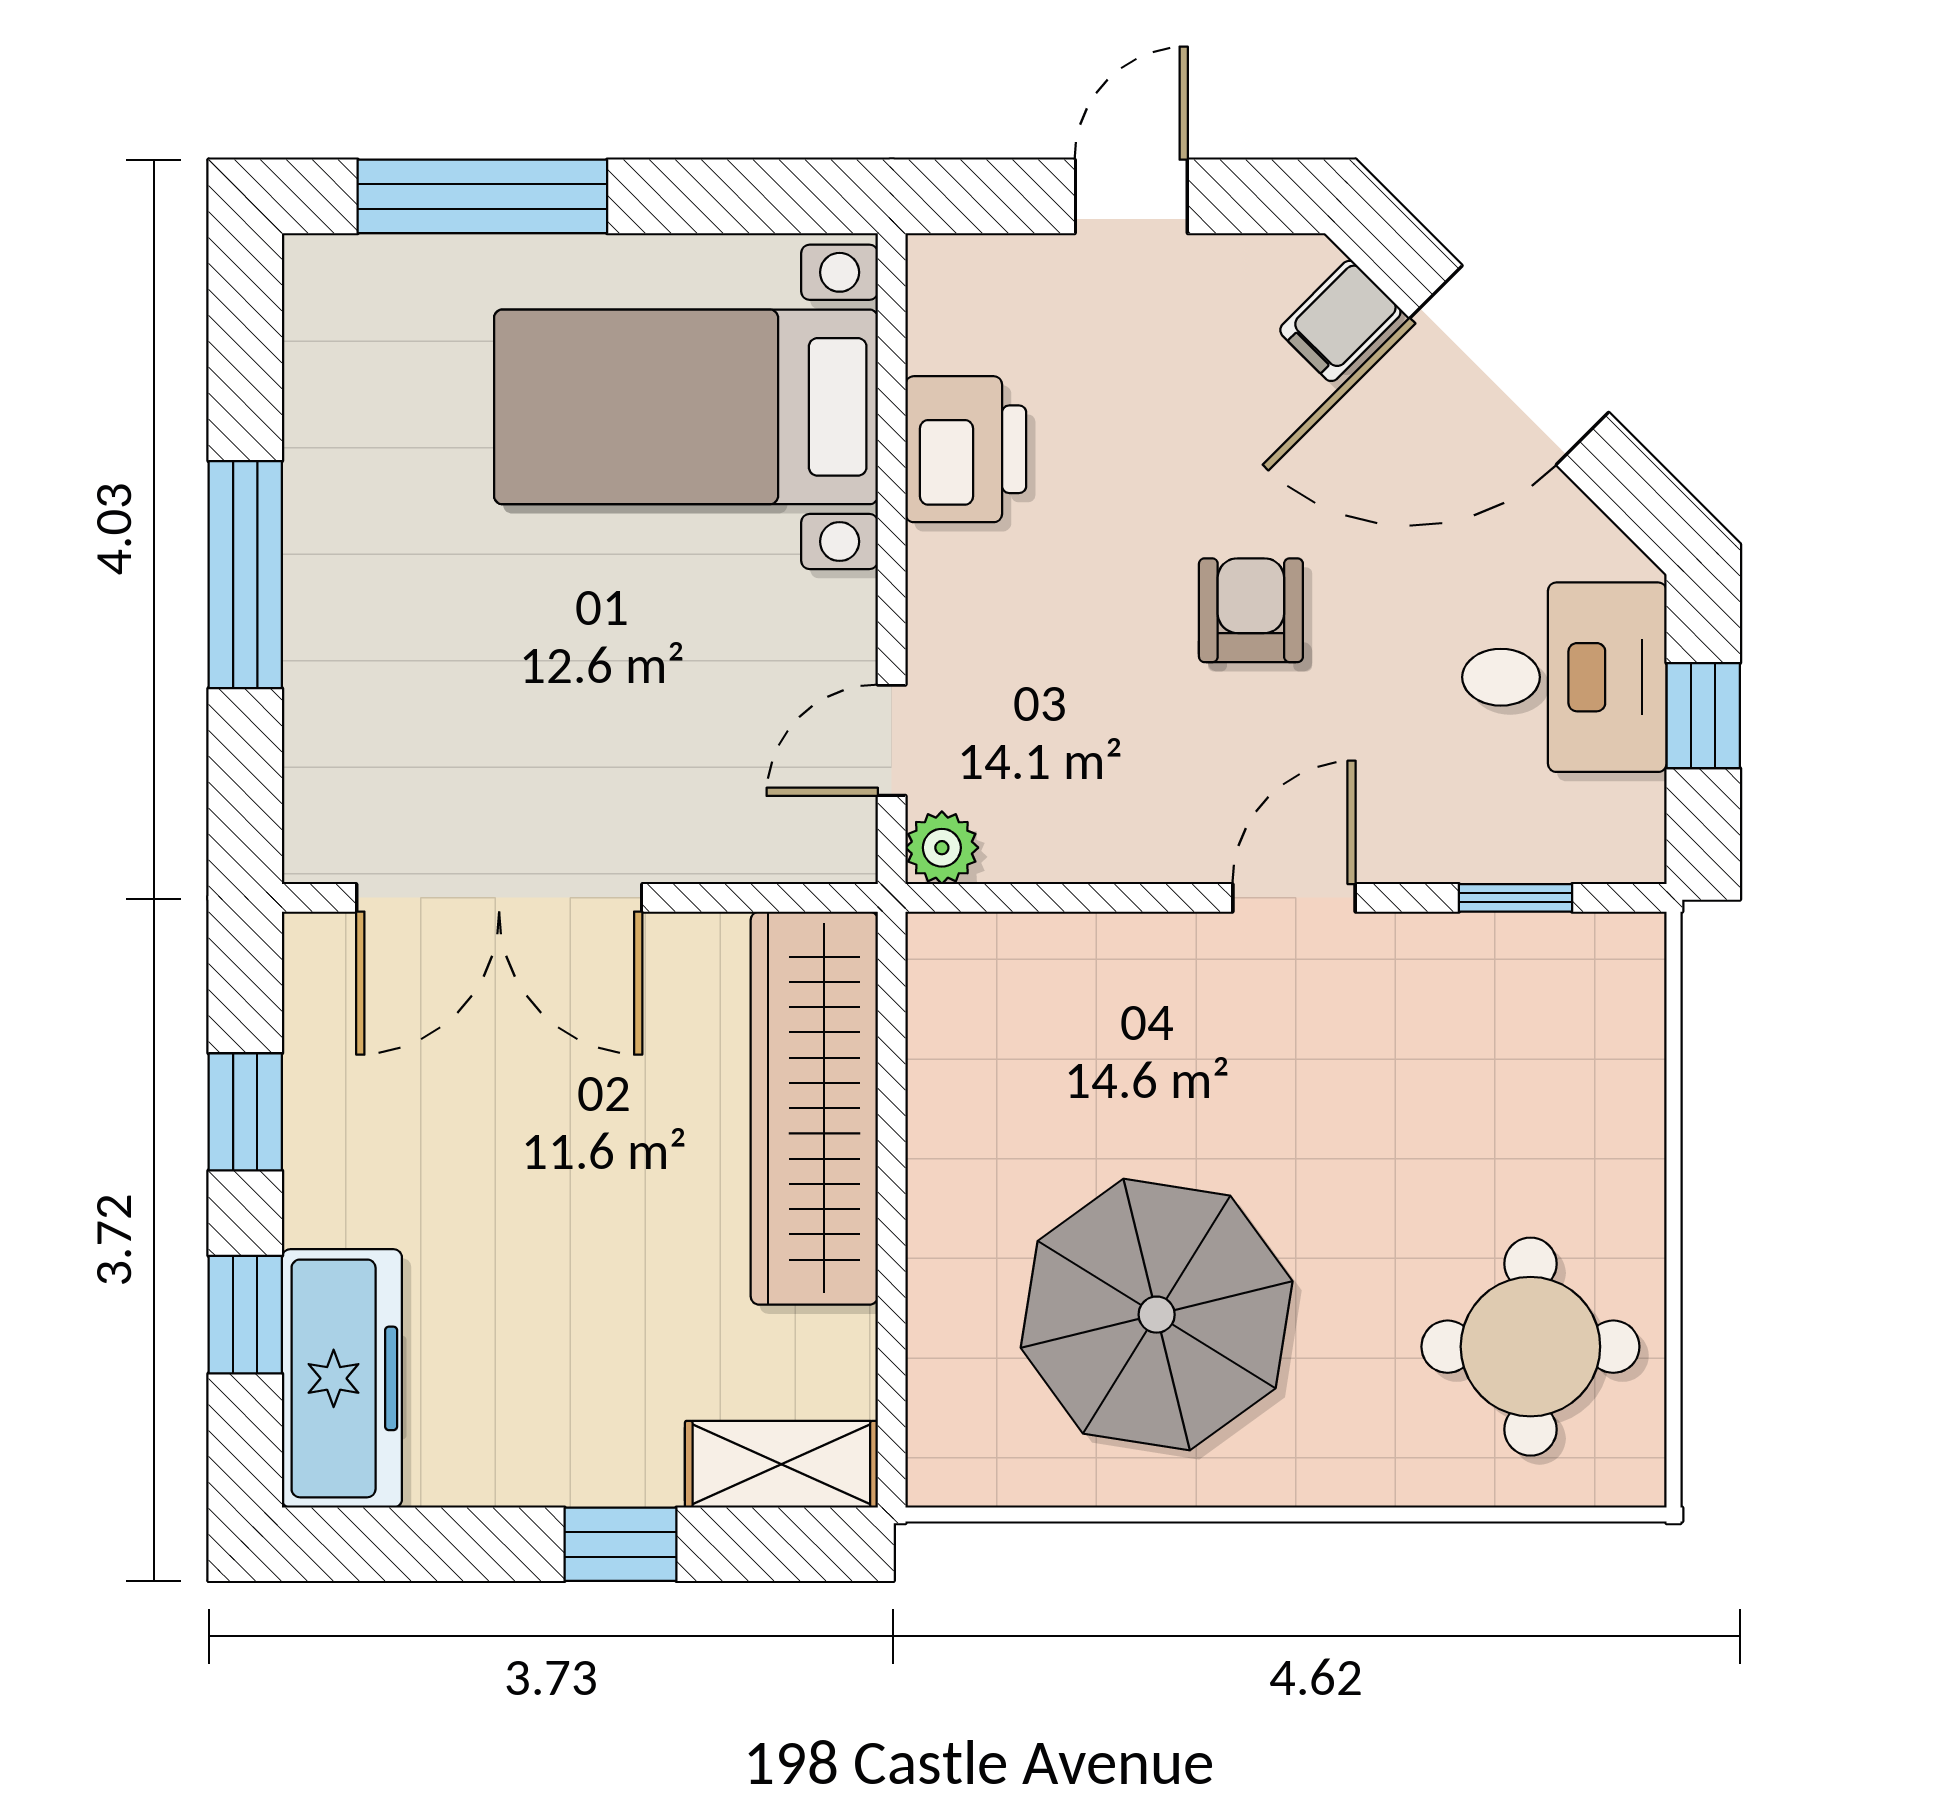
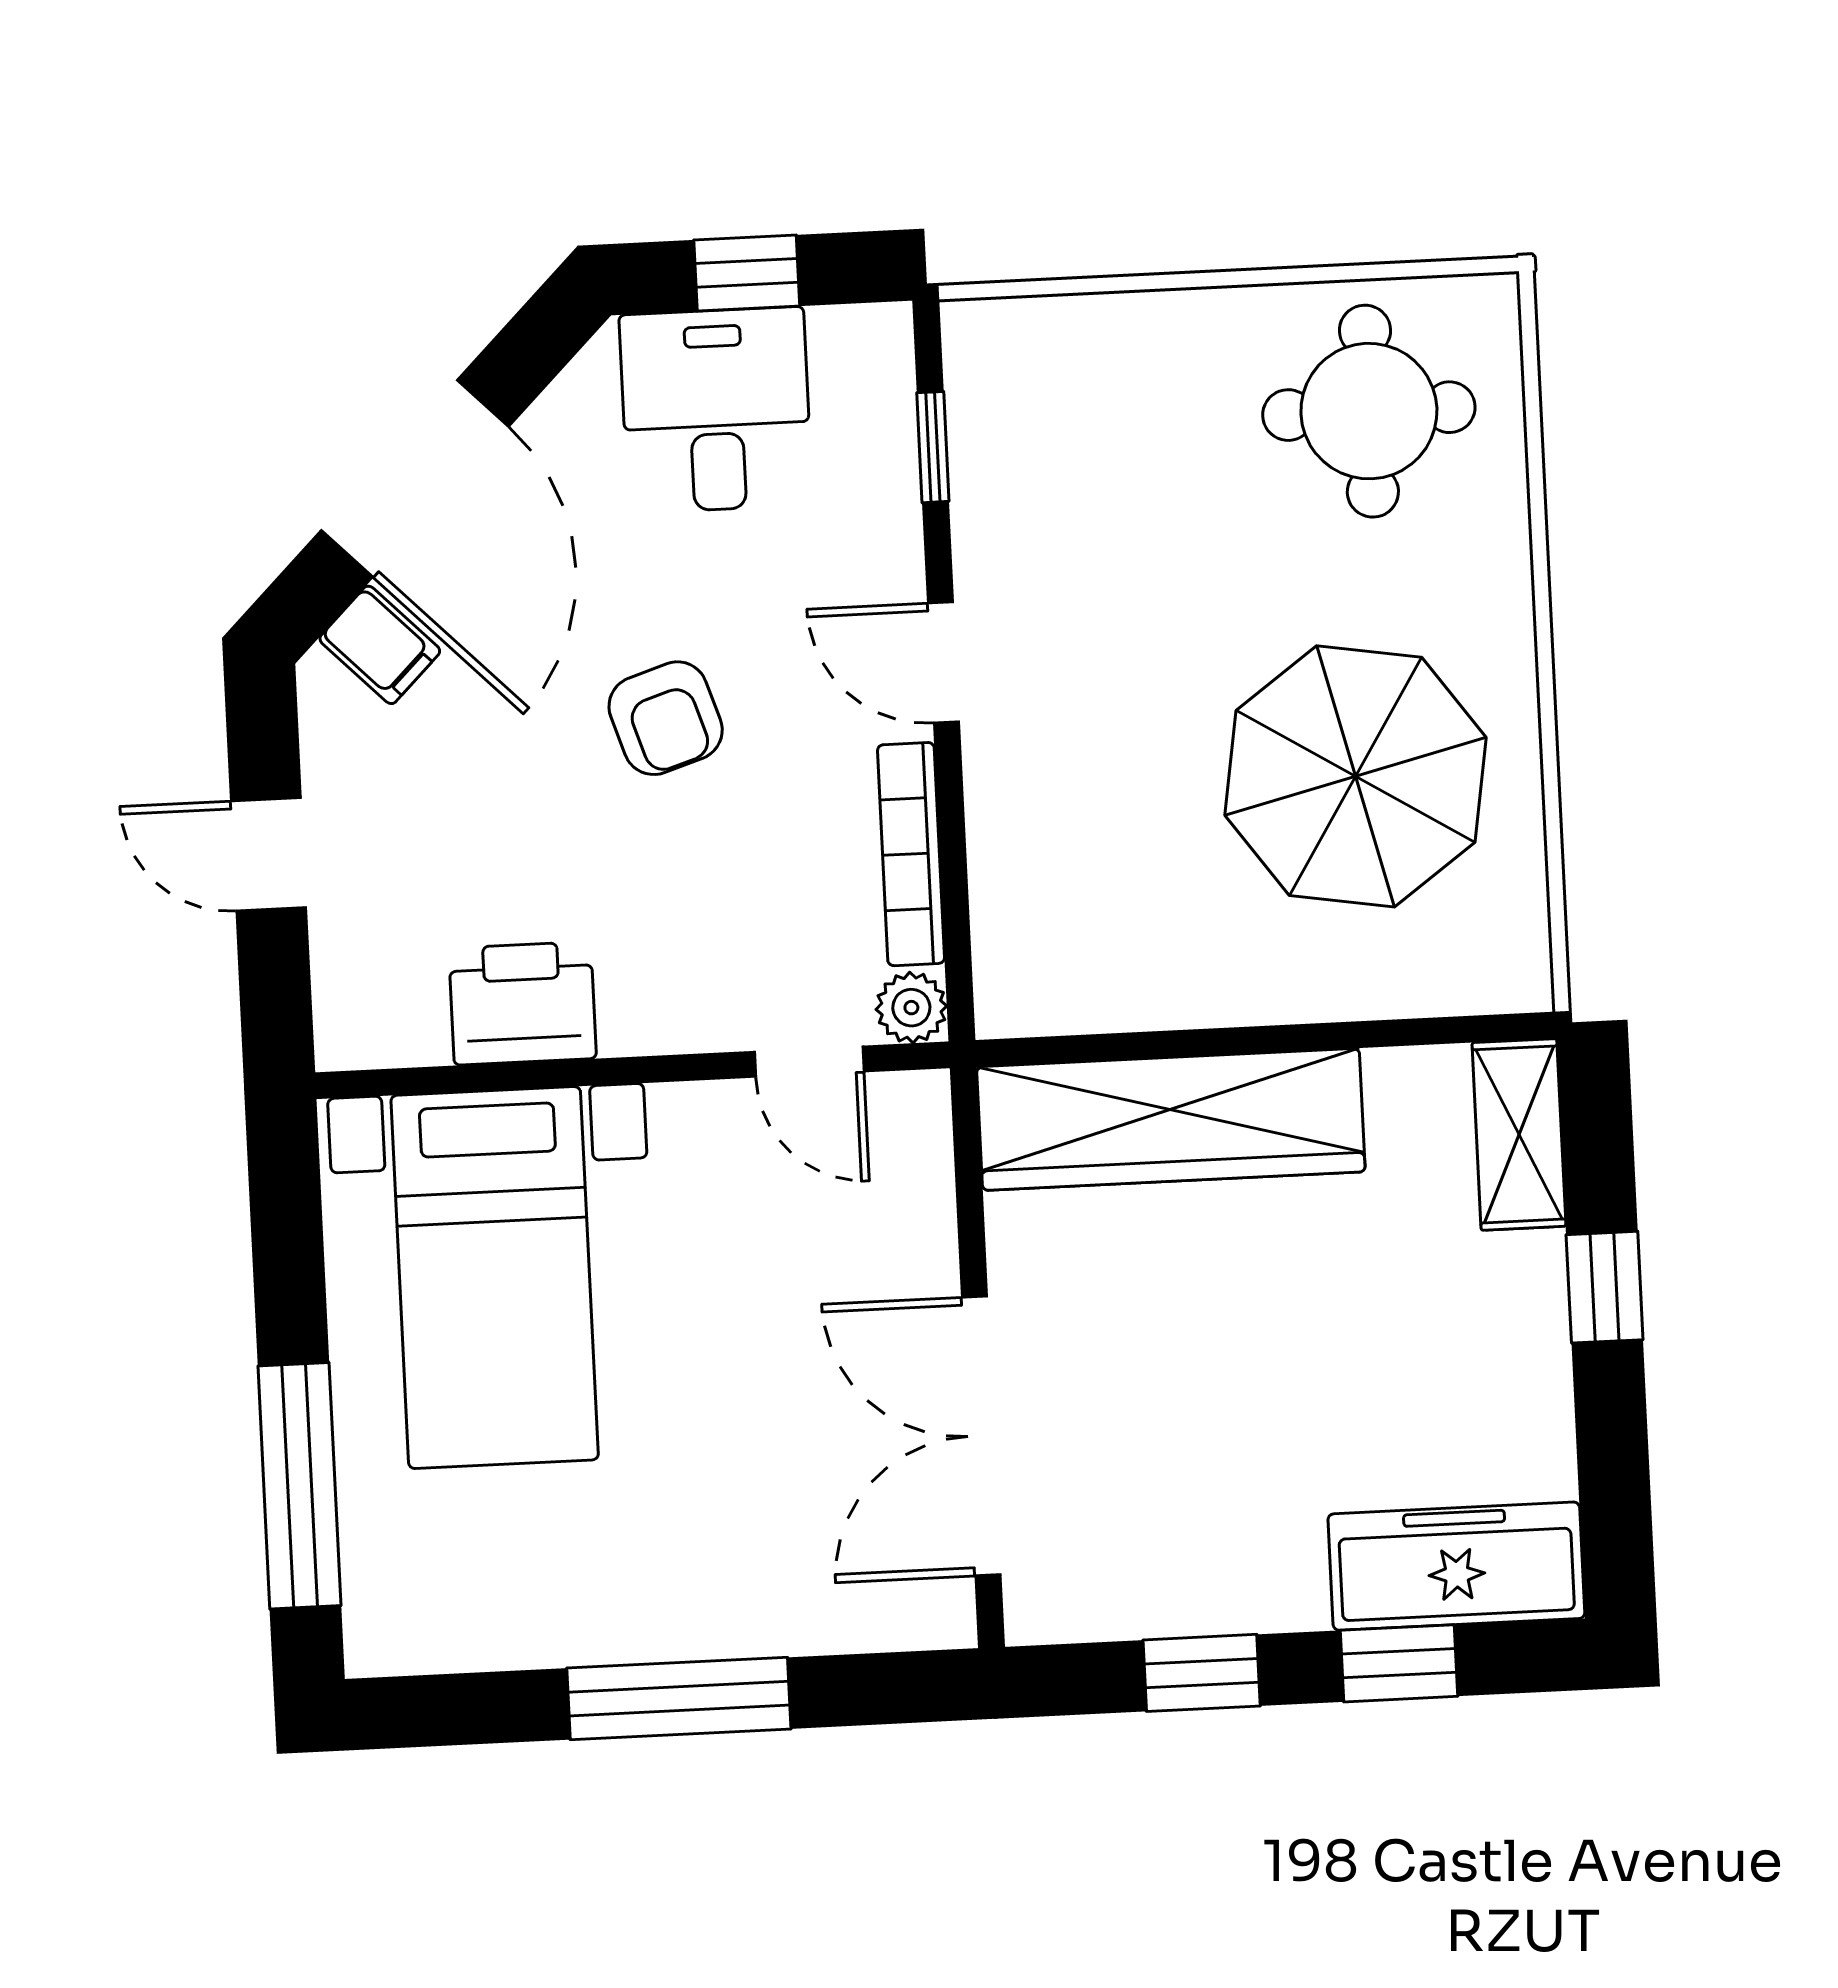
armchair: (1251, 610) -> (666, 718), turned -108
bookcase: (1099, 855) -> (911, 854), added
double door: (499, 898) -> (981, 1436), swing flipped

